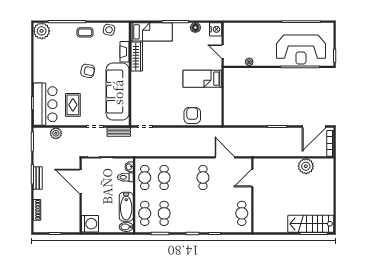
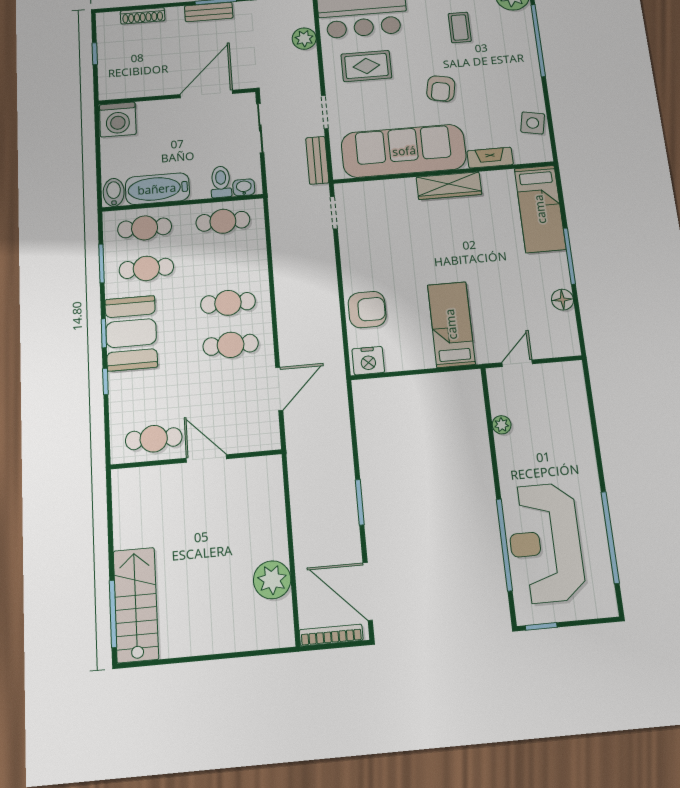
nightstand: (216, 29) -> (368, 361), moved
coffee table: (85, 32) -> (460, 27), moved
wardrobe: (137, 57) -> (449, 186), moved
cafe table: (164, 177) -> (228, 303), moved
door: (252, 178) -> (206, 458), moved
booth: (194, 221) -> (131, 333), added

